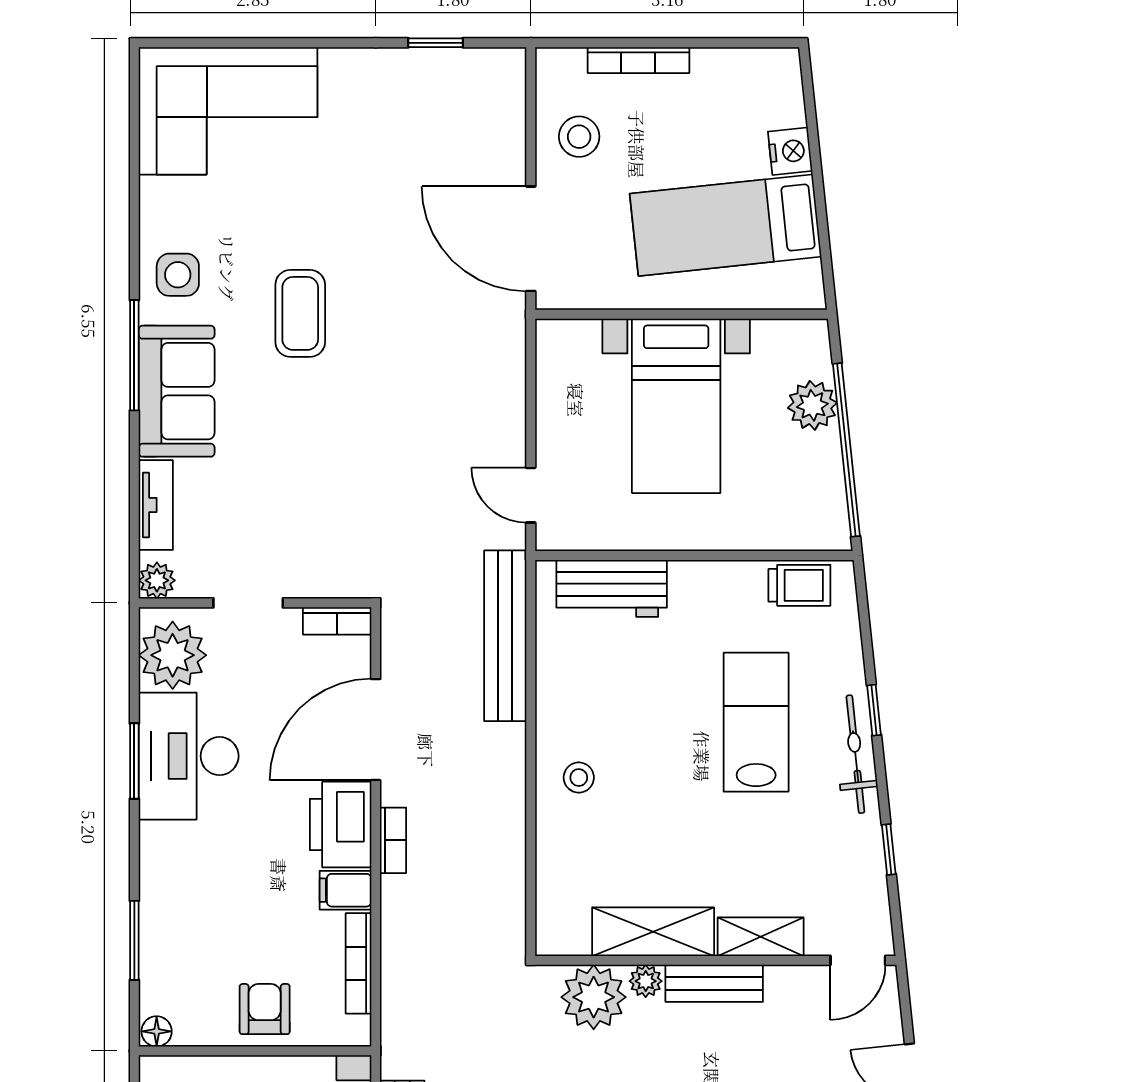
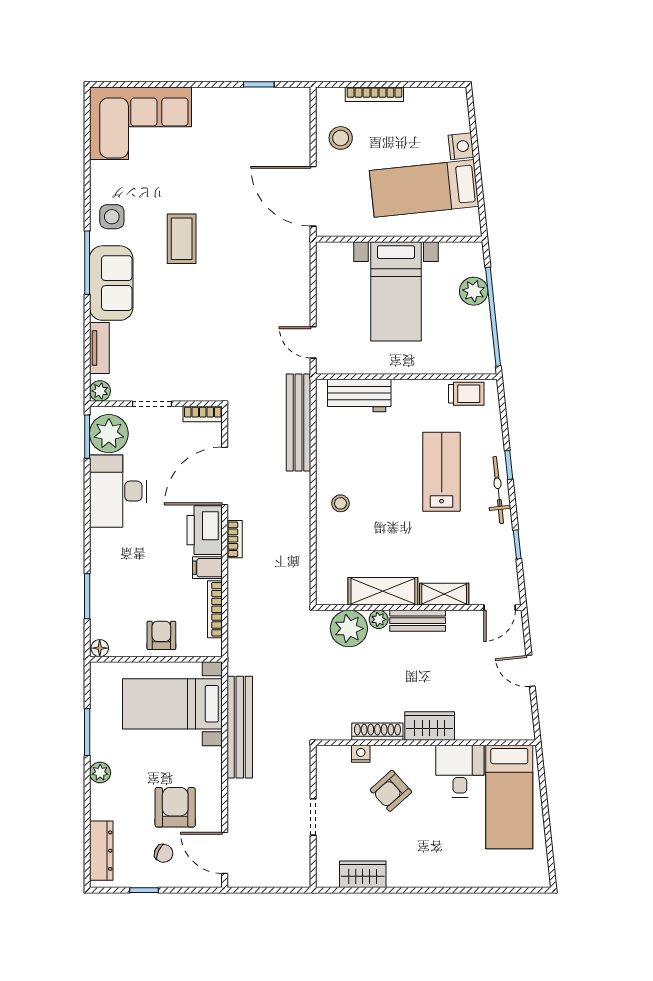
window: (134, 761) -> (87, 437), moved

